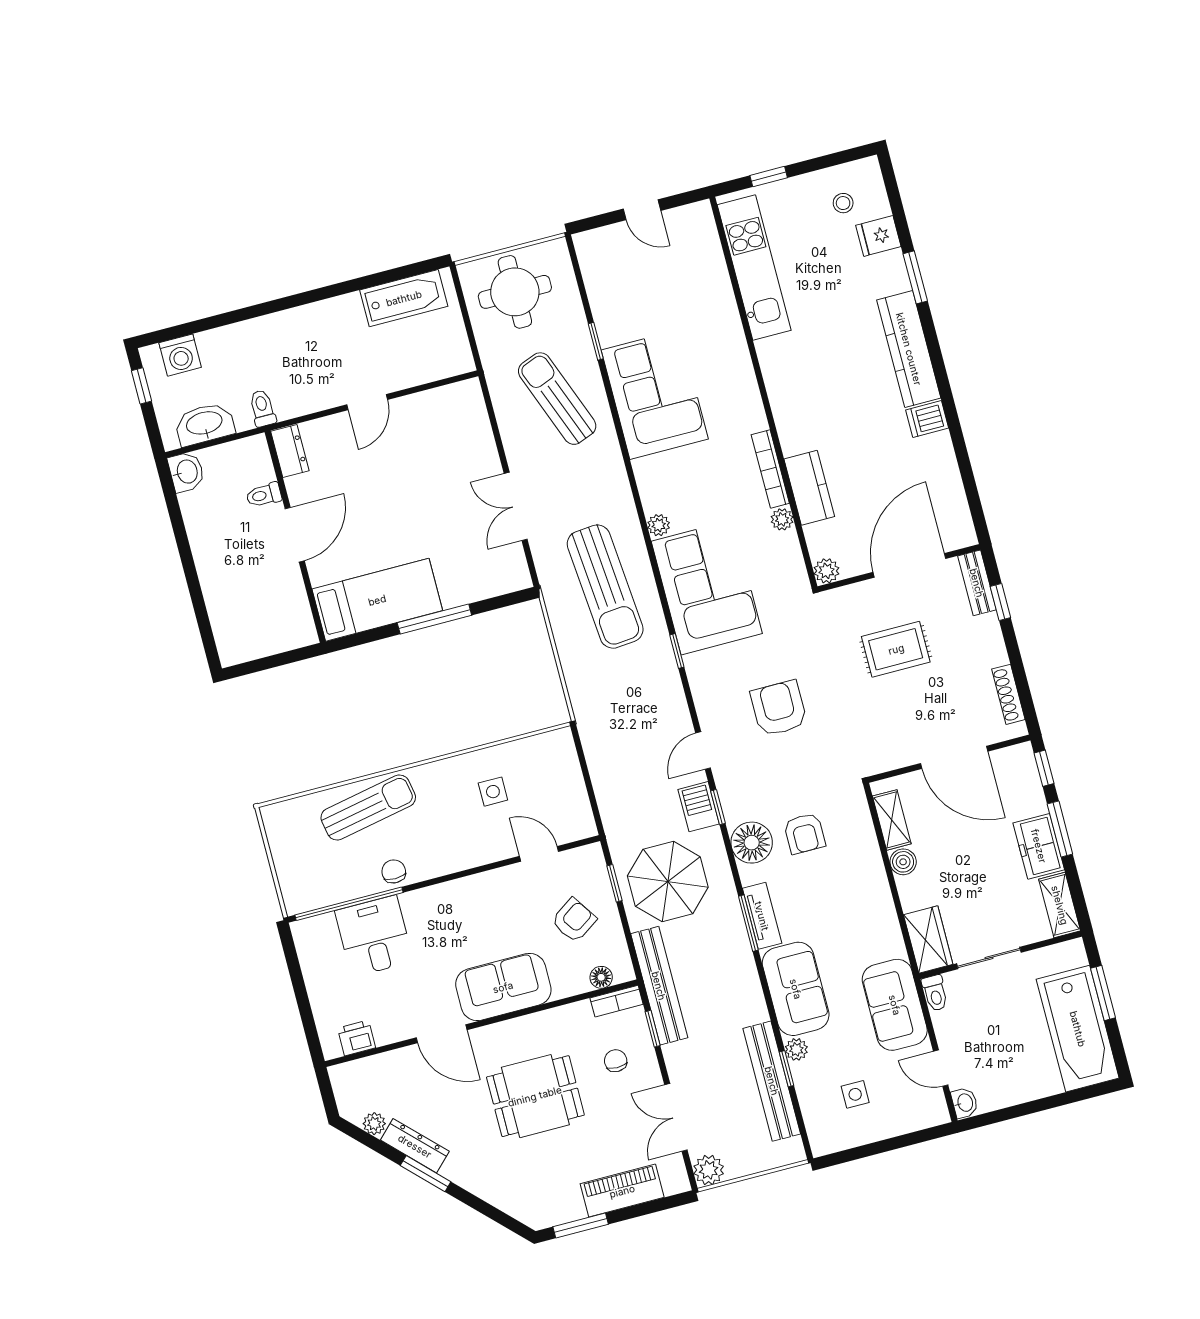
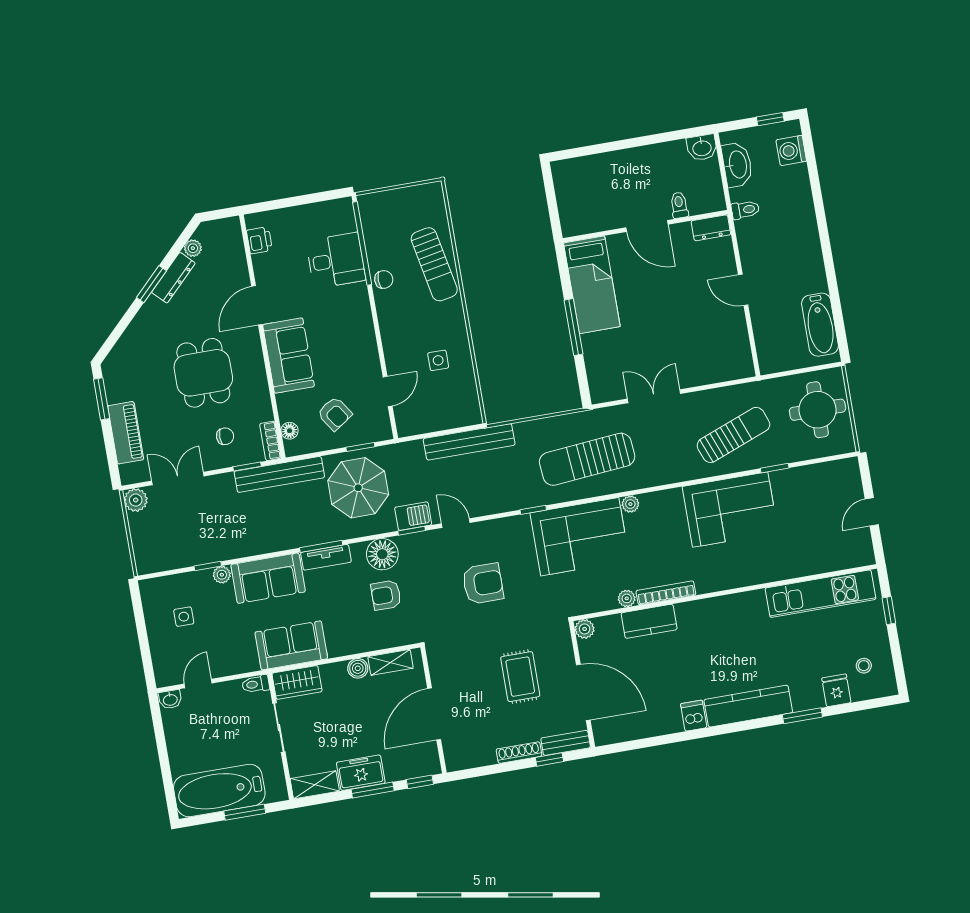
shoe rack: (1008, 694) -> (519, 753), moved
sofa: (895, 1005) -> (291, 645), moved
bench: (772, 1081) -> (469, 442), moved

